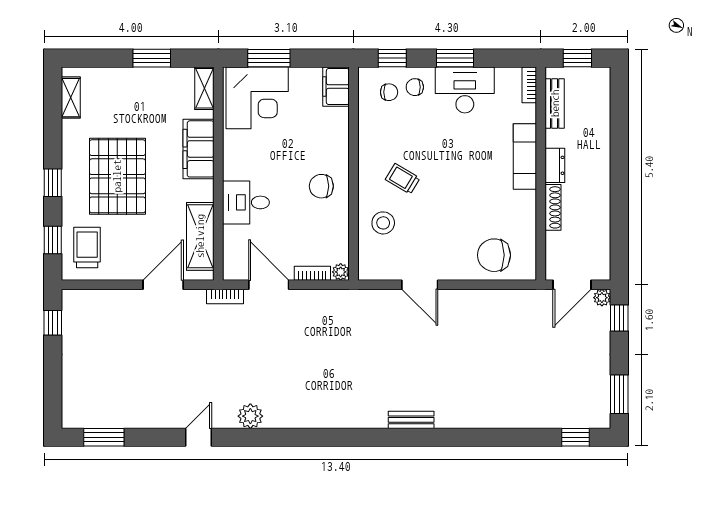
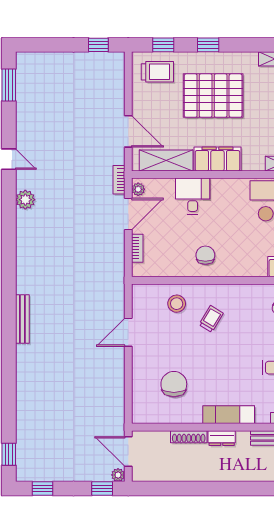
filing cabinet: (199, 149) -> (217, 159), moved
chair: (494, 255) -> (174, 384), moved
plant: (341, 272) -> (138, 189), moved
window: (619, 394) -> (42, 489), width x0.67
bench: (411, 420) -> (22, 319), width x1.36

